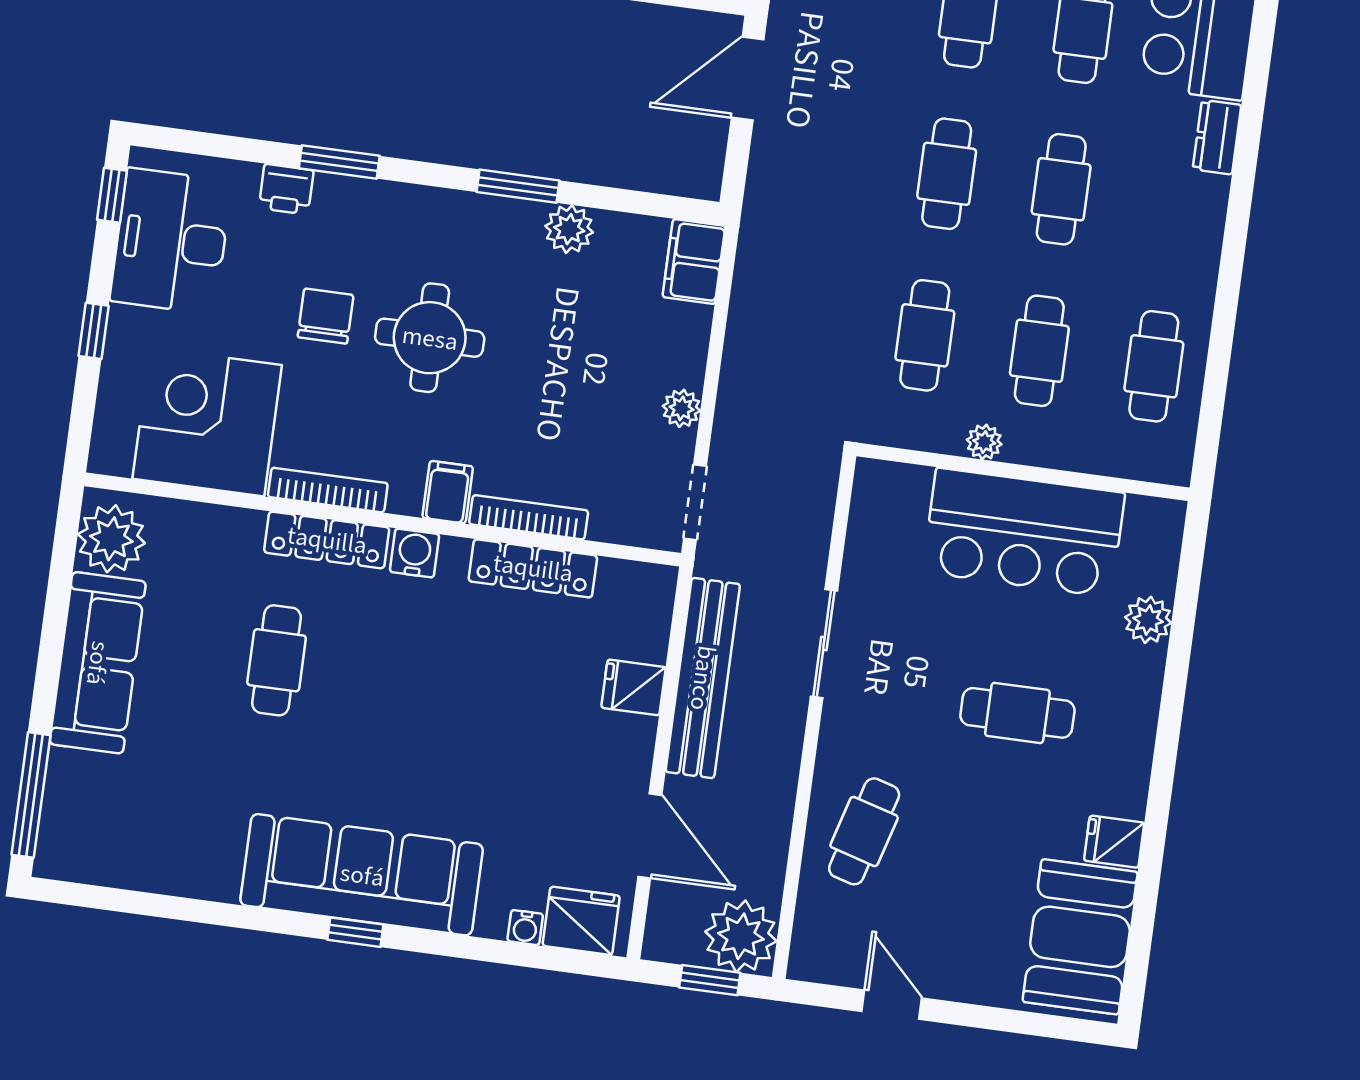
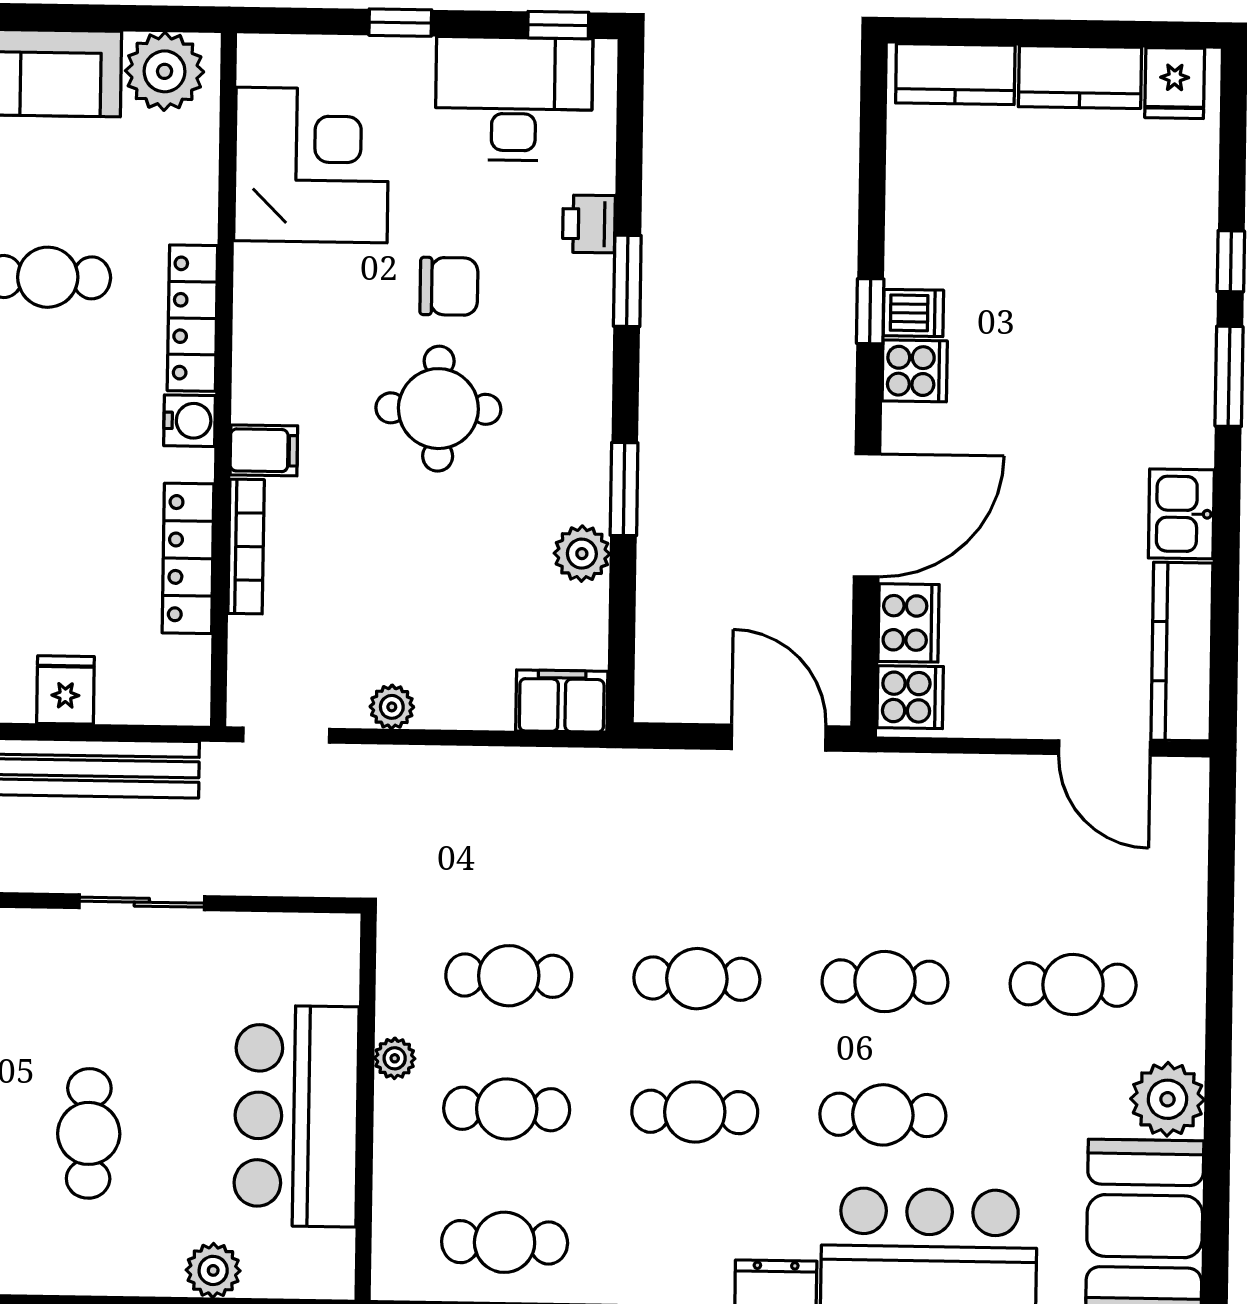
bookcase: (328, 490) -> (250, 313), removed

